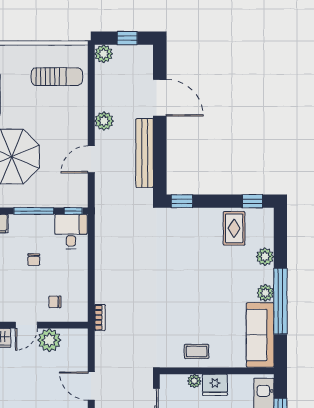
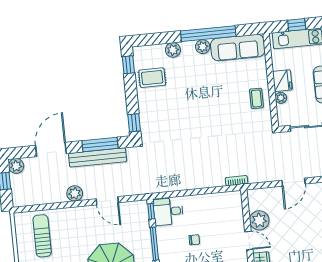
plant: (104, 54) -> (16, 166), moved
window: (160, 157) -> (100, 145), added
chair: (55, 302) -> (227, 219), removed

